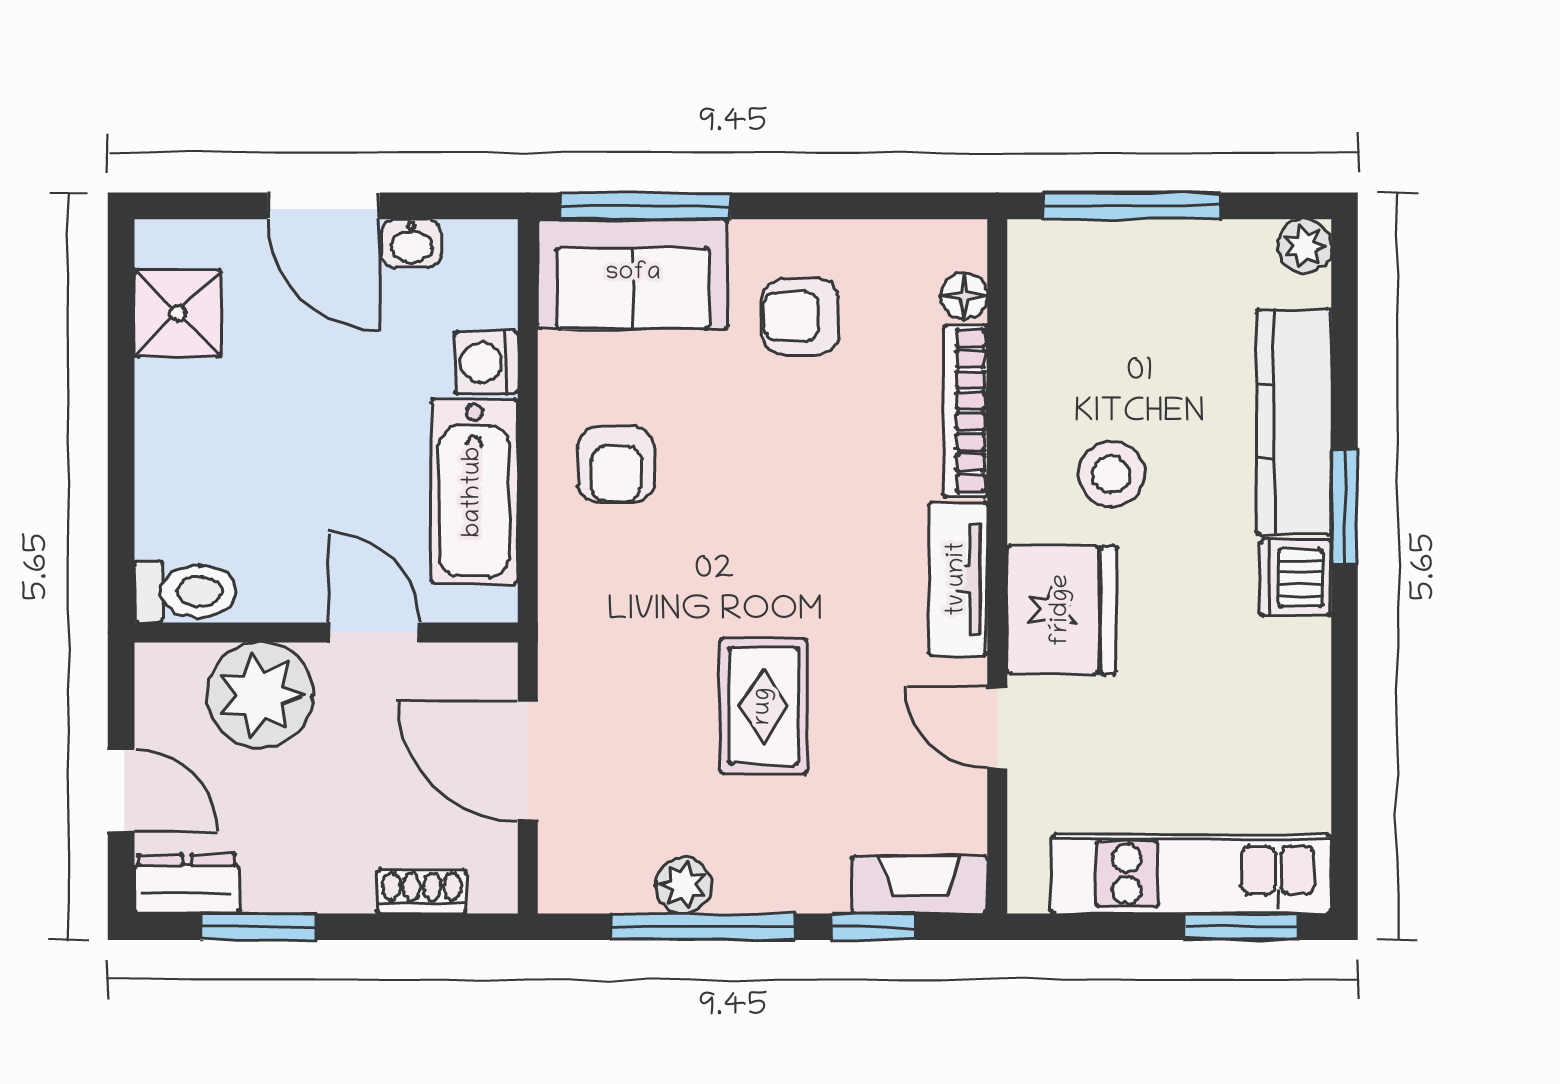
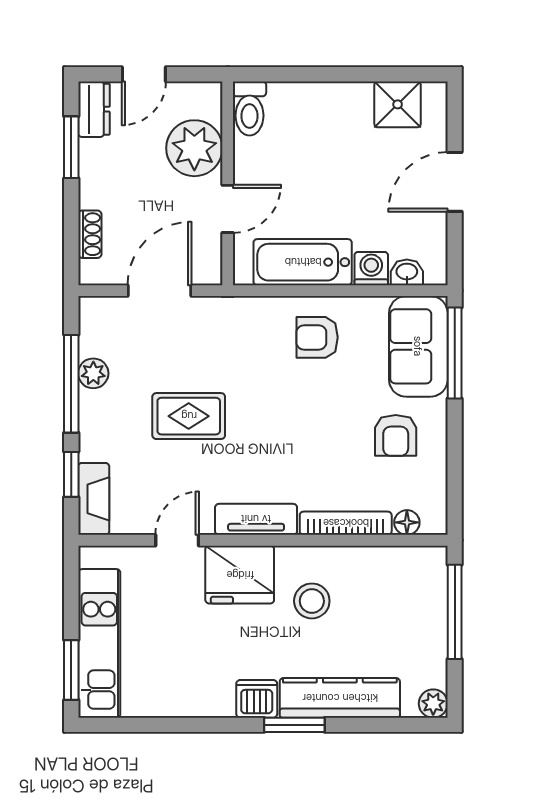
washbasin: (411, 243) -> (407, 272), moved, turned 90
armchair: (800, 317) -> (396, 435), turned 180

